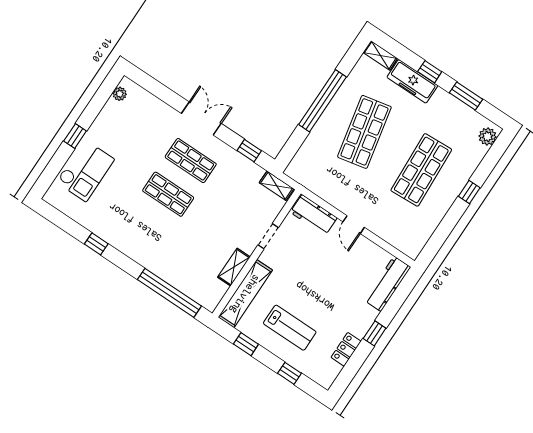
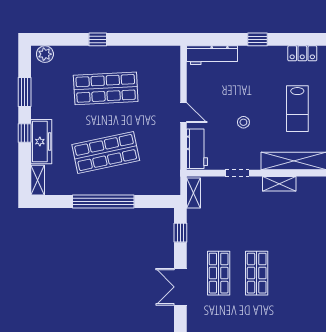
door: (354, 225) -> (184, 113), hinge flipped
stool: (310, 272) -> (243, 122), added
lab bench: (290, 328) -> (297, 109), turned 180
locker: (346, 349) -> (302, 53), moved

